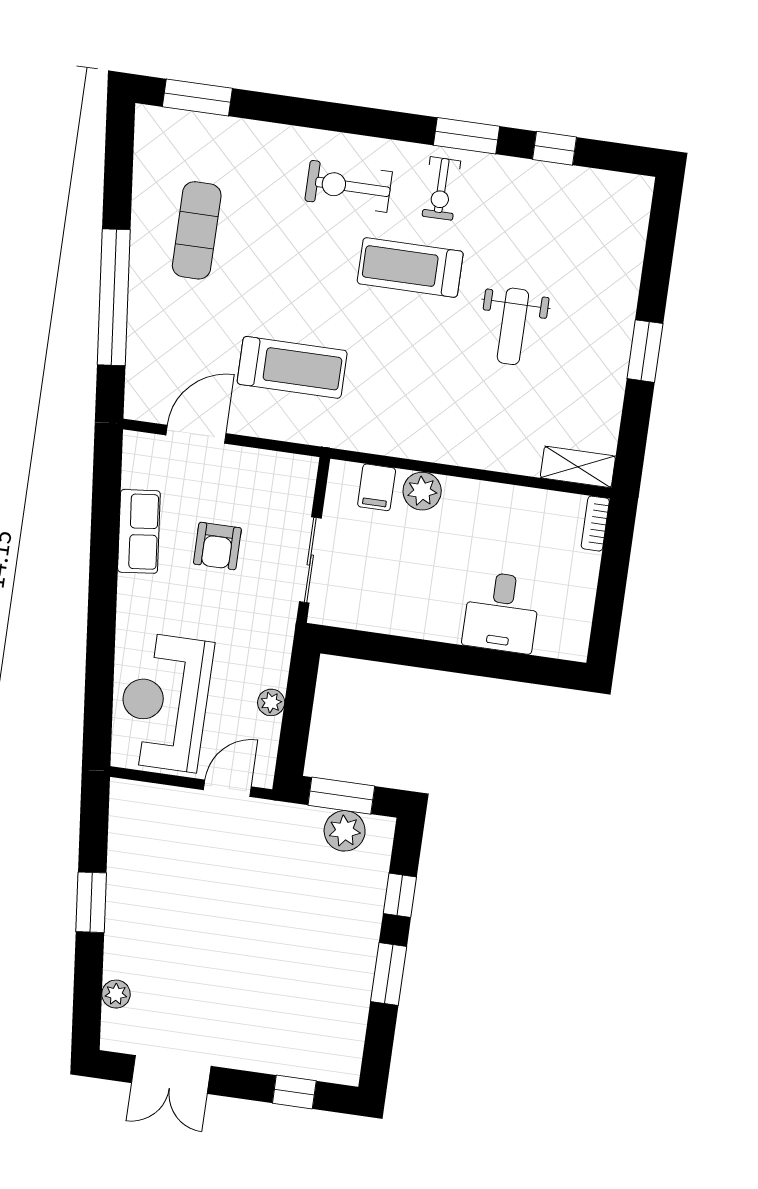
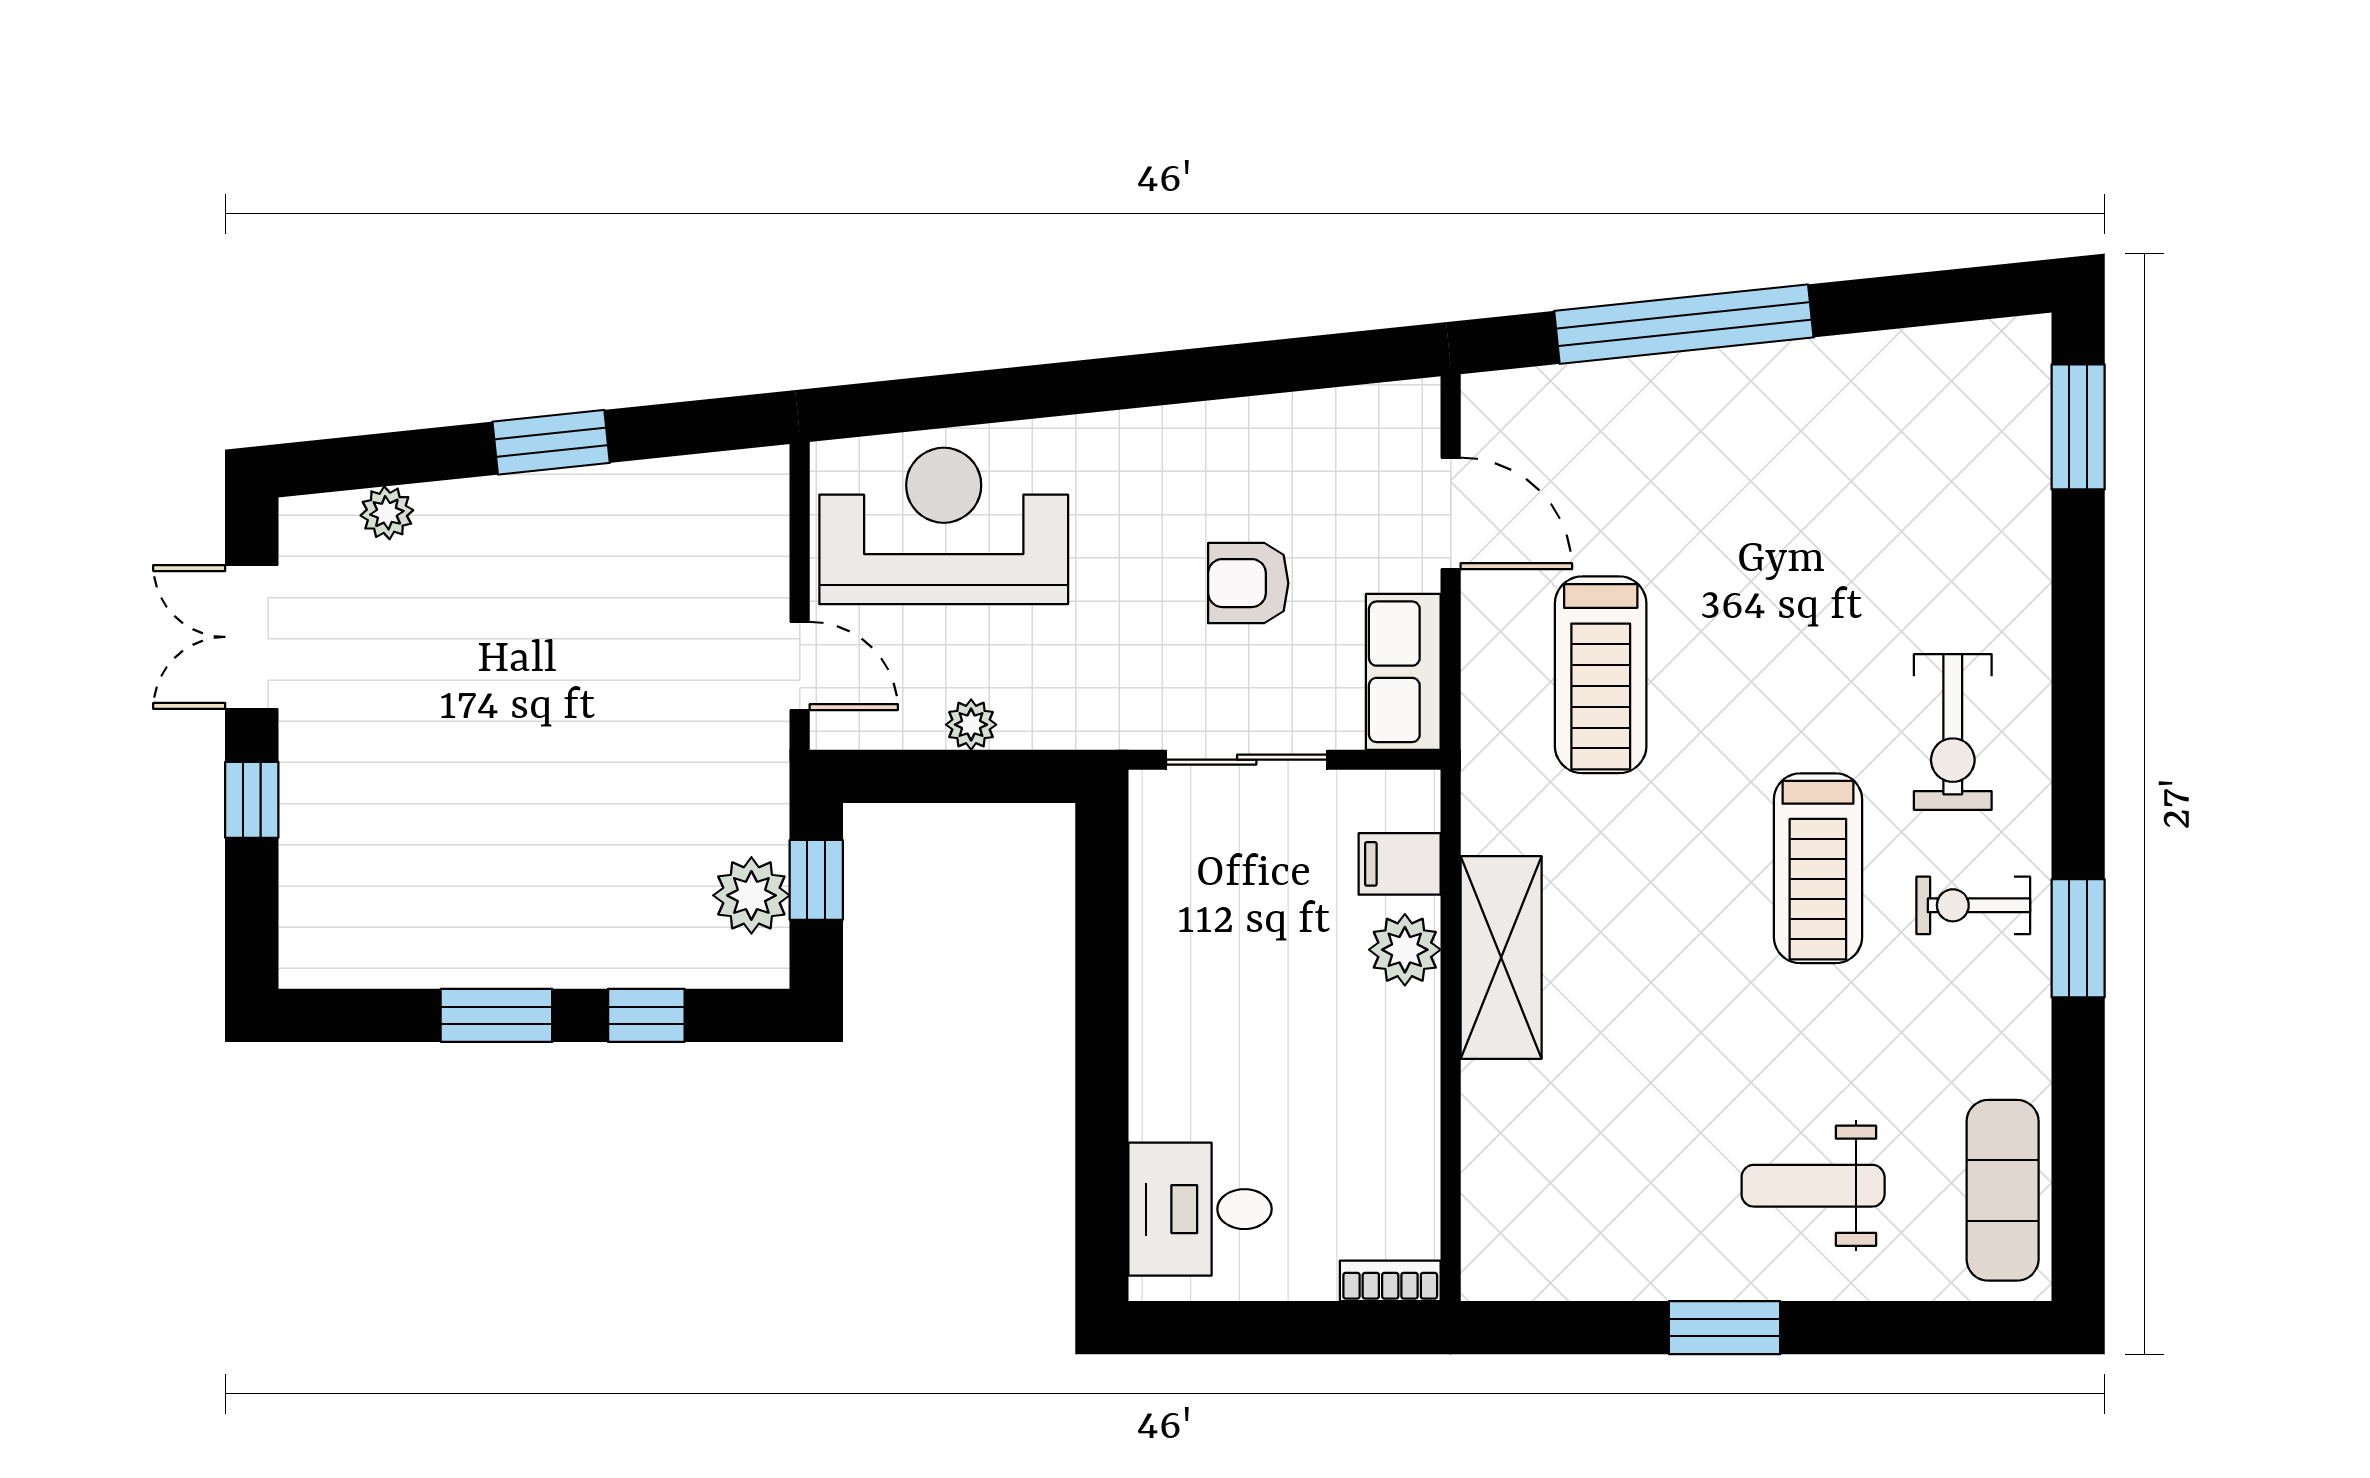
window: (554, 148) -> (2078, 1105), removed
exercise bike: (349, 186) -> (1953, 732), turned 180
exercise mat: (197, 230) -> (2003, 1190), moved, turned 90
treadmill: (410, 267) -> (1818, 868), turned 180
weight bench: (513, 326) -> (1813, 1186), moved
shelving: (578, 467) -> (1501, 957), moved, width x1.50, depth x1.33
row of seats: (139, 531) -> (1403, 672), moved, turned 96
desk: (501, 612) -> (1200, 1209), moved
window: (341, 796) -> (816, 880), width x0.67
window: (294, 1092) -> (252, 800), moved

